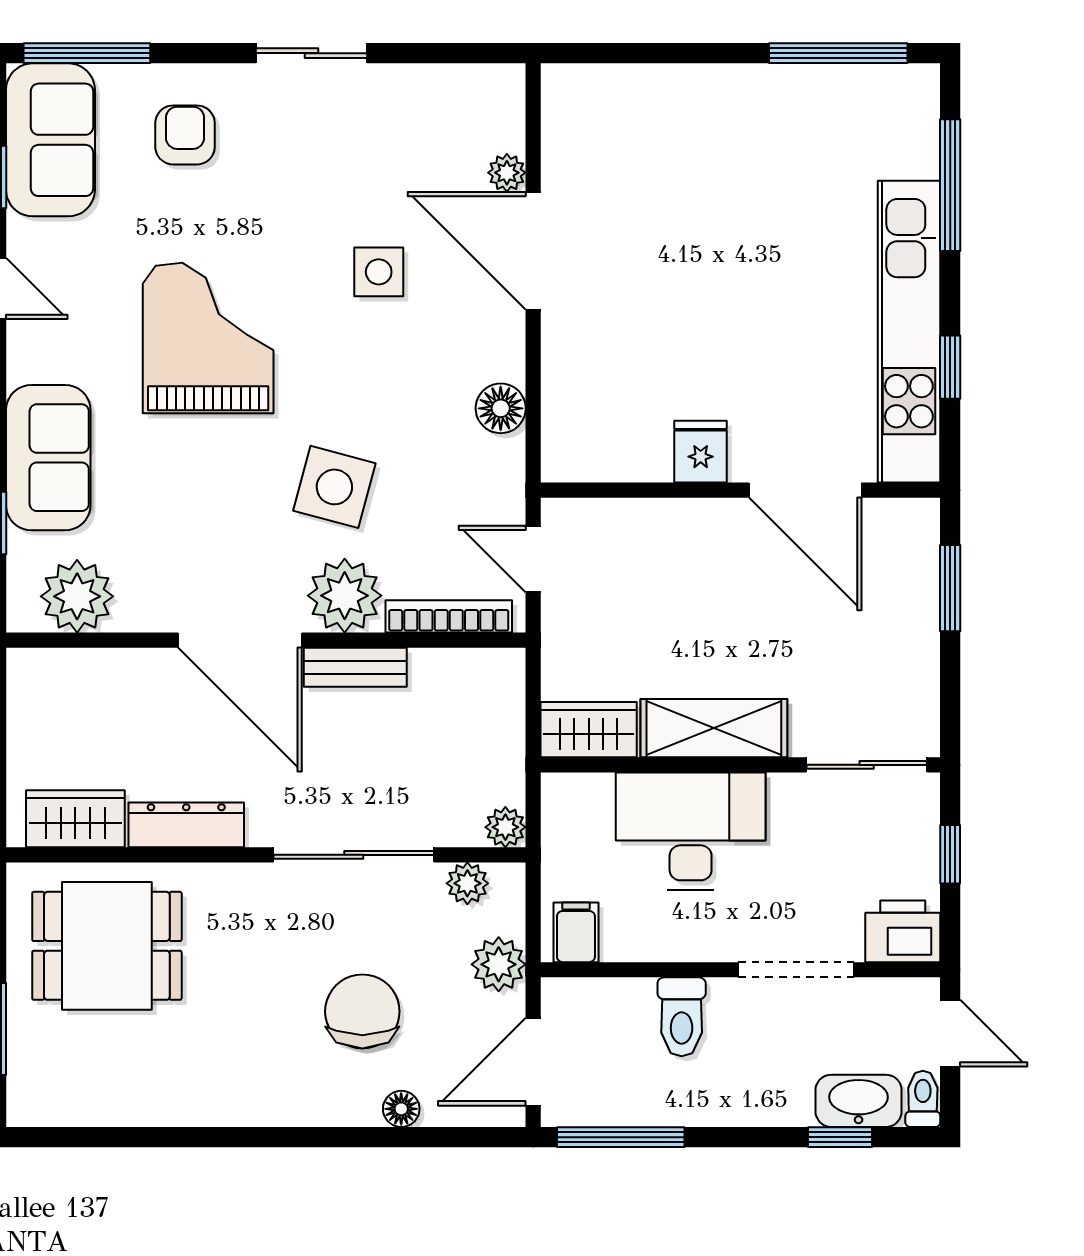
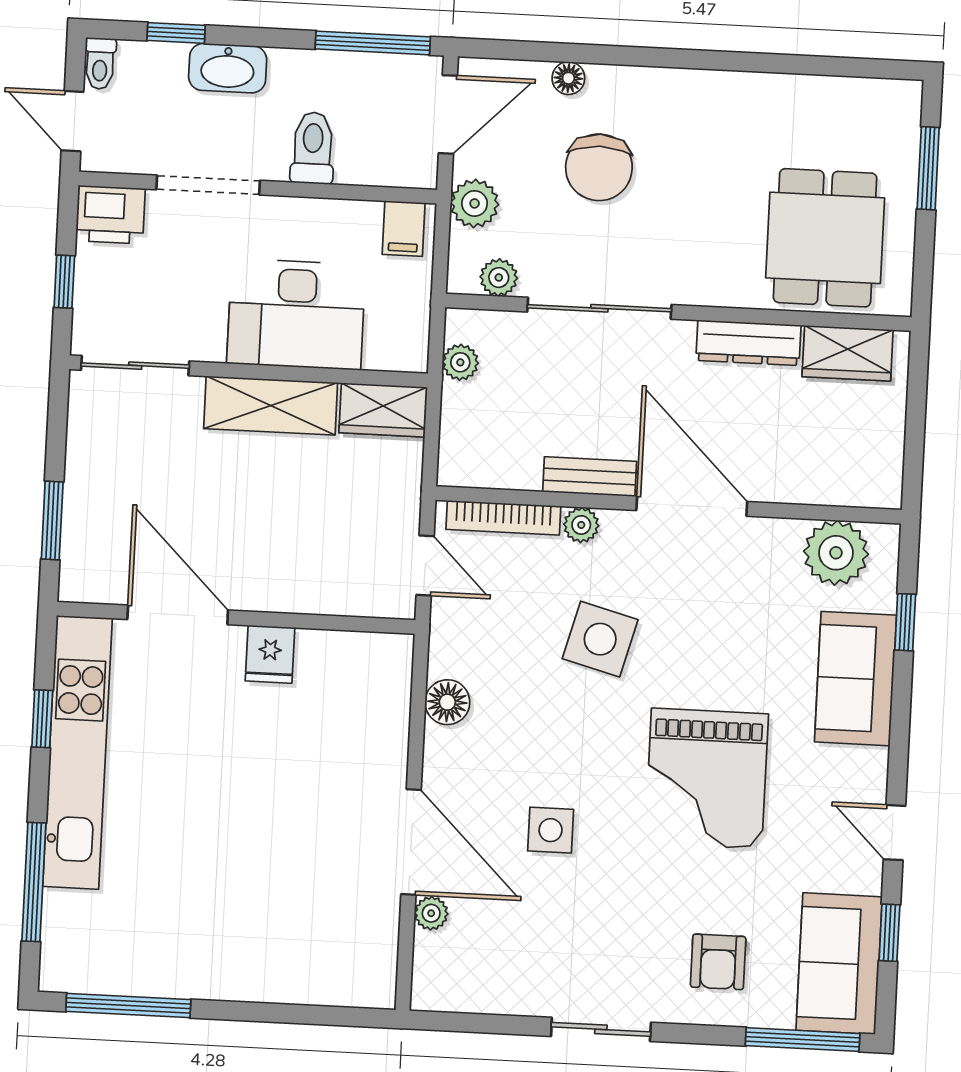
plant: (345, 596) -> (581, 525), width x0.53, depth x0.53
plant: (505, 827) -> (460, 362), moved
dining table: (107, 946) -> (825, 238), turned 90
washbasin: (859, 1101) -> (228, 68), moved

